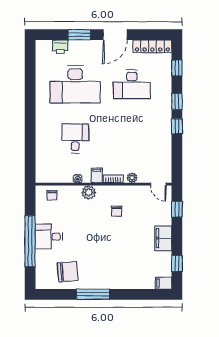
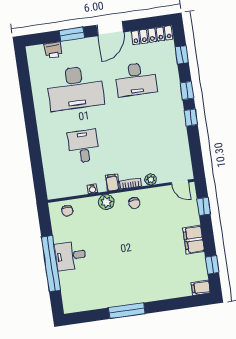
chair: (117, 211) -> (134, 203), moved
chair: (68, 272) -> (96, 290), removed

